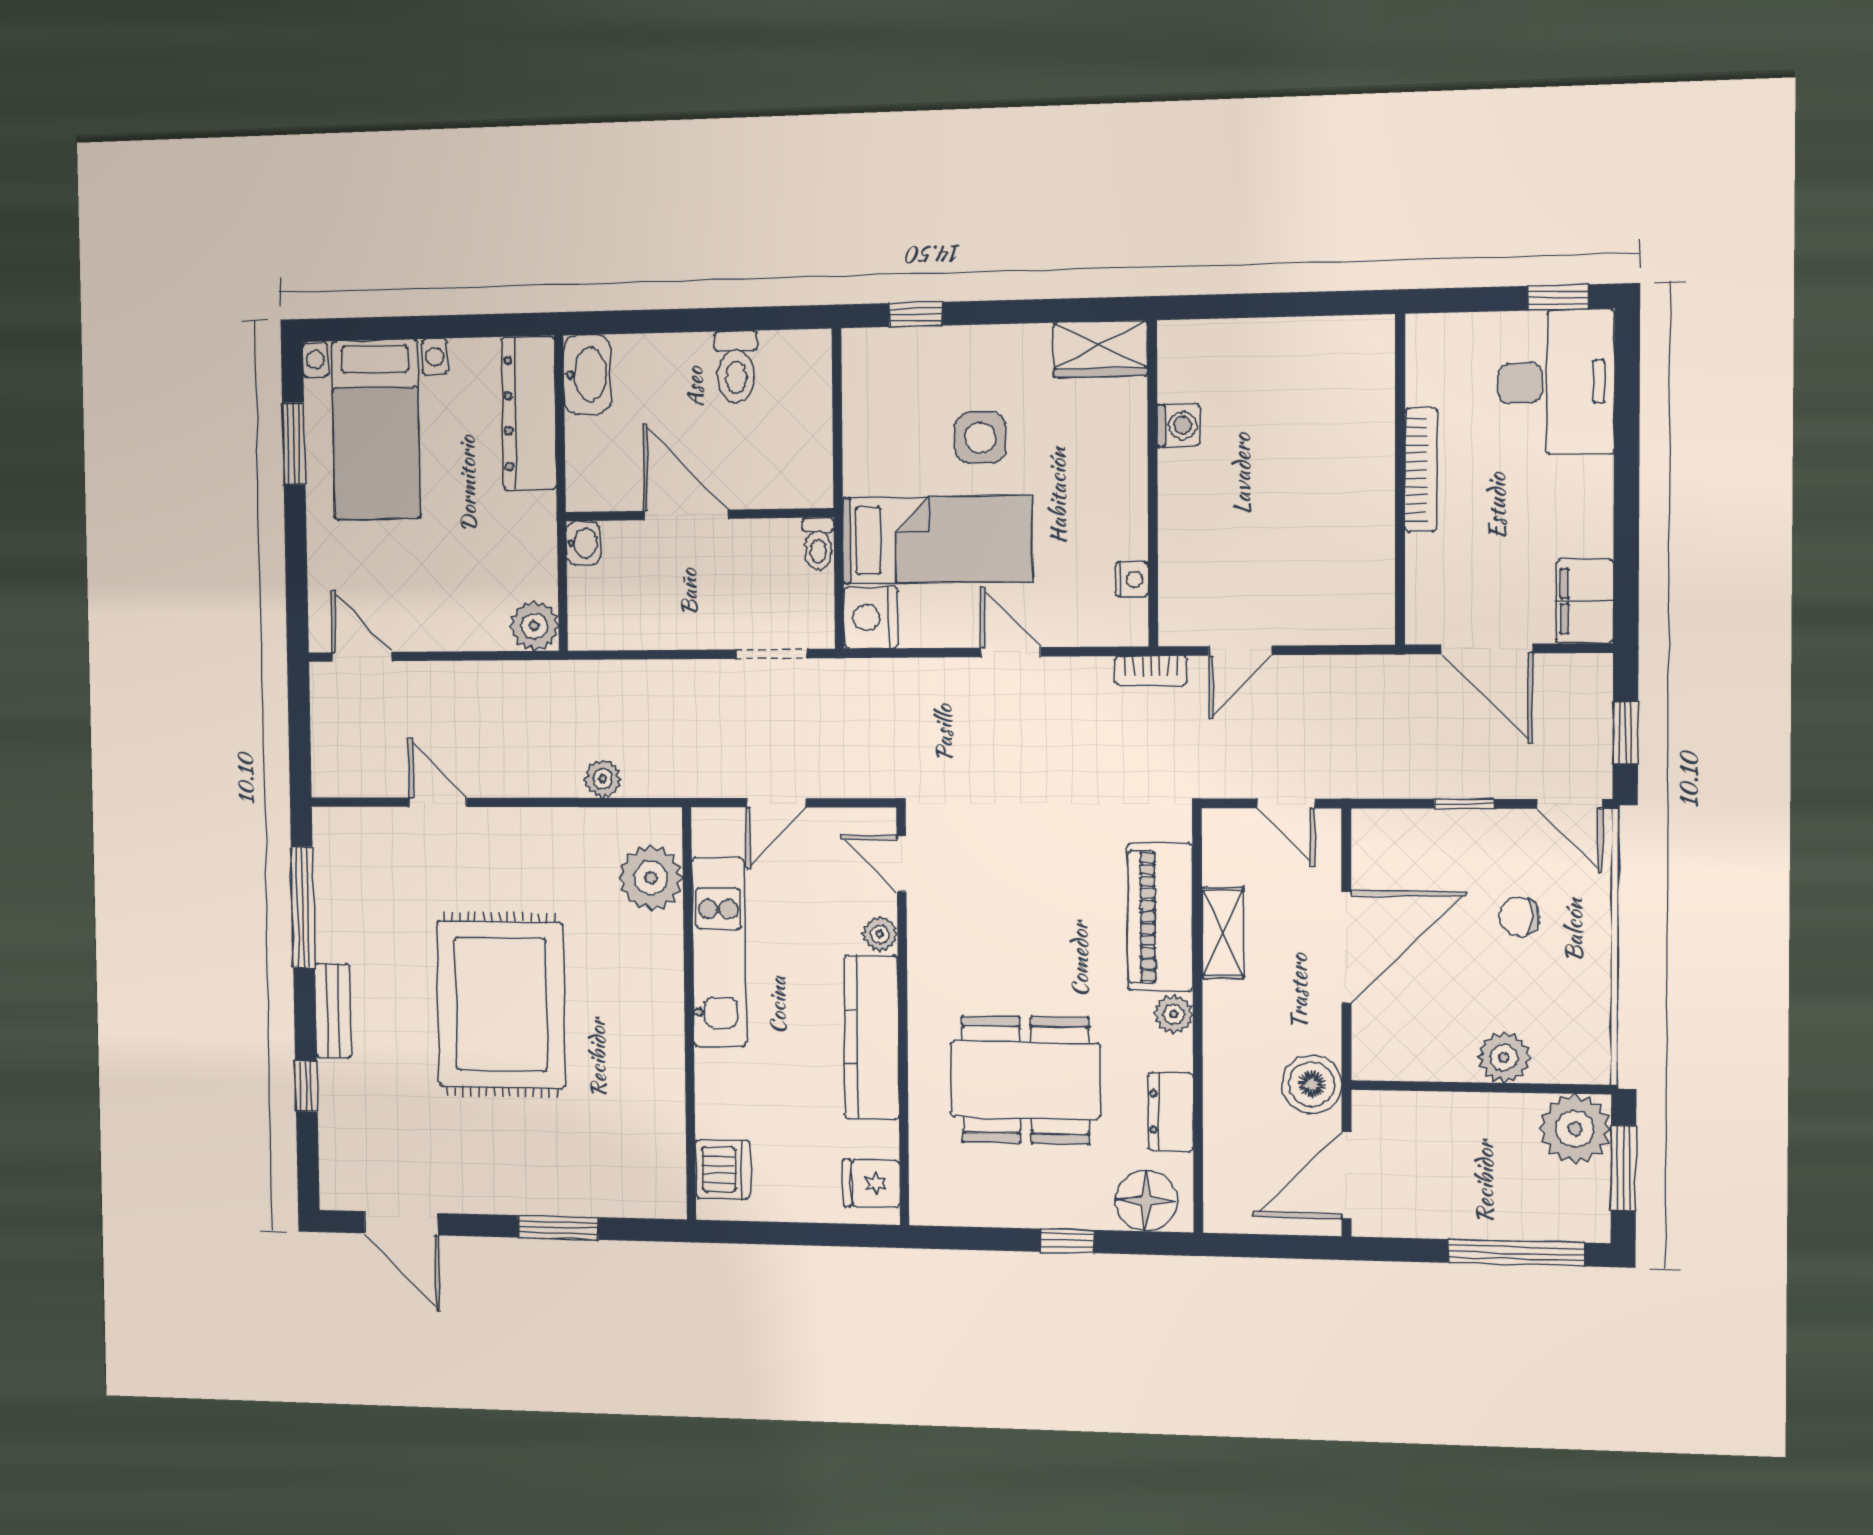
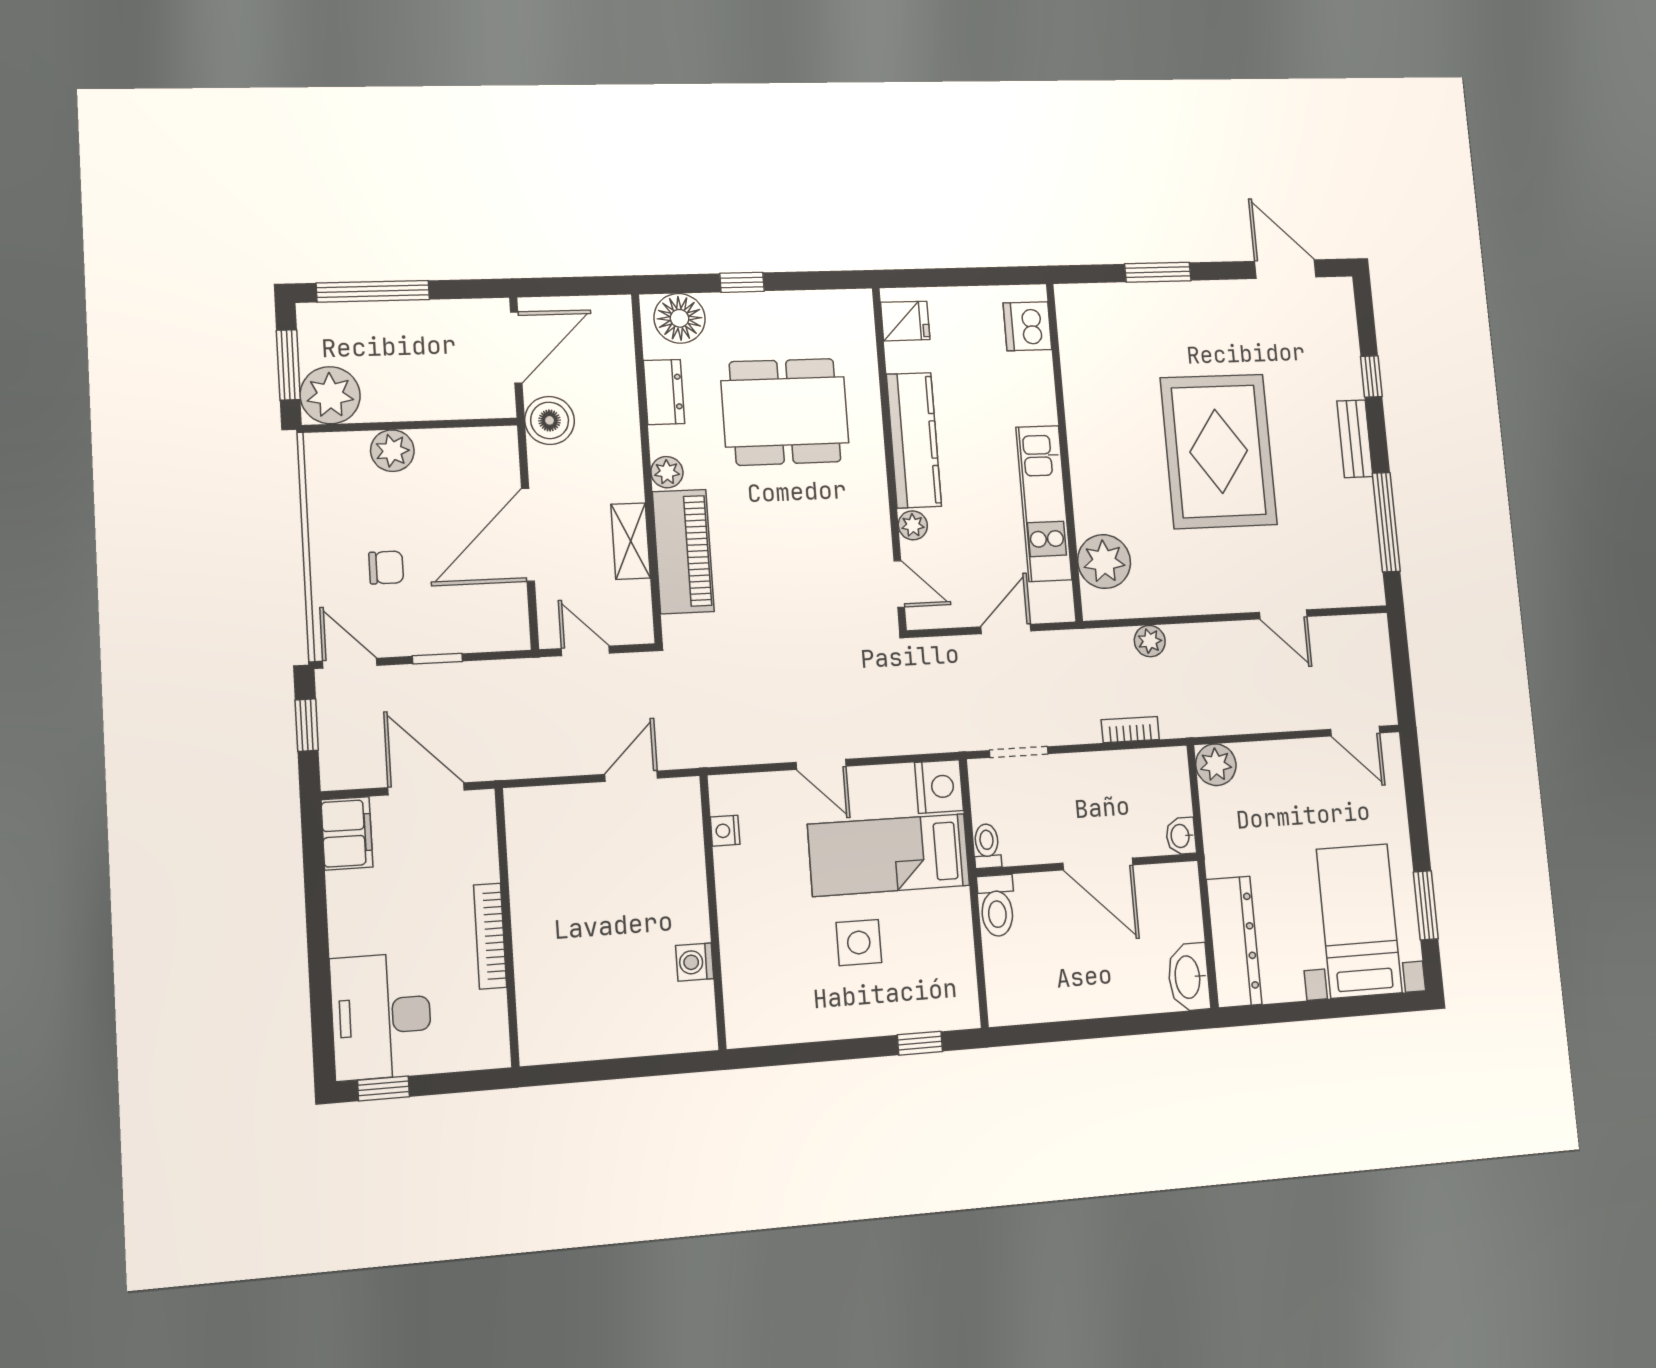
wardrobe: (1100, 349) -> (764, 1023), removed
toilet: (736, 367) -> (997, 906), moved, turned 180
bookcase: (1151, 670) -> (1130, 730), moved

